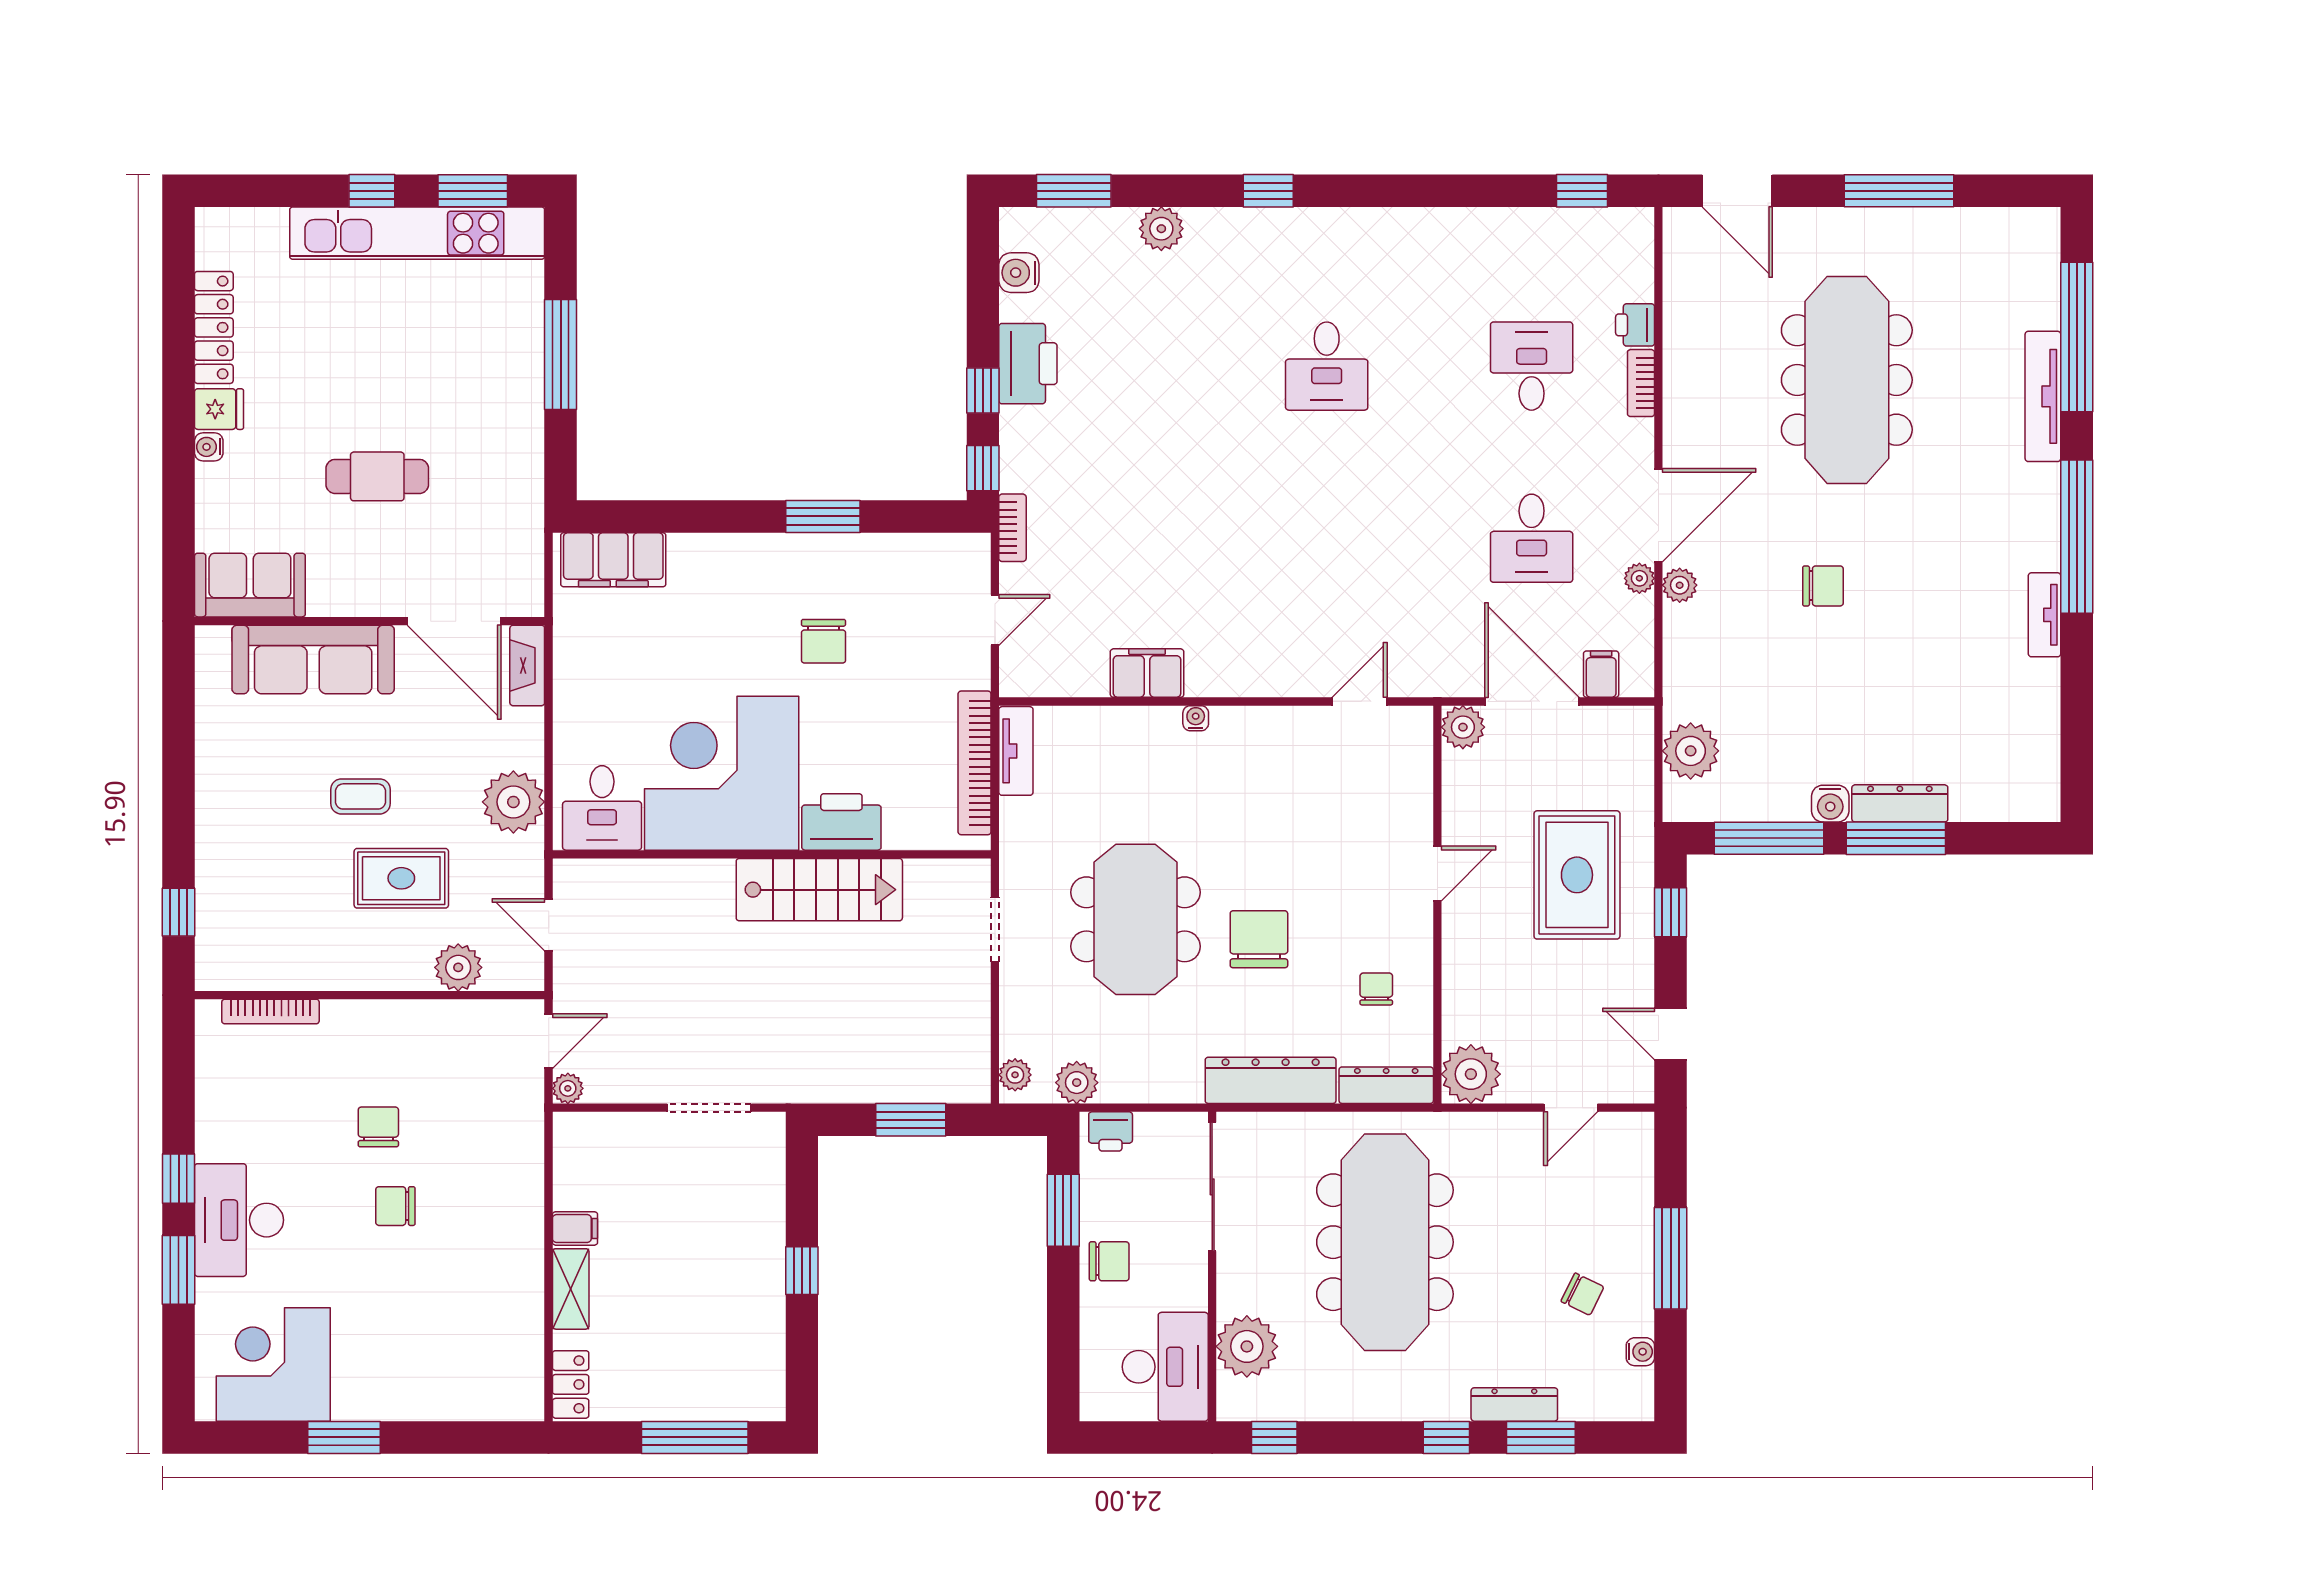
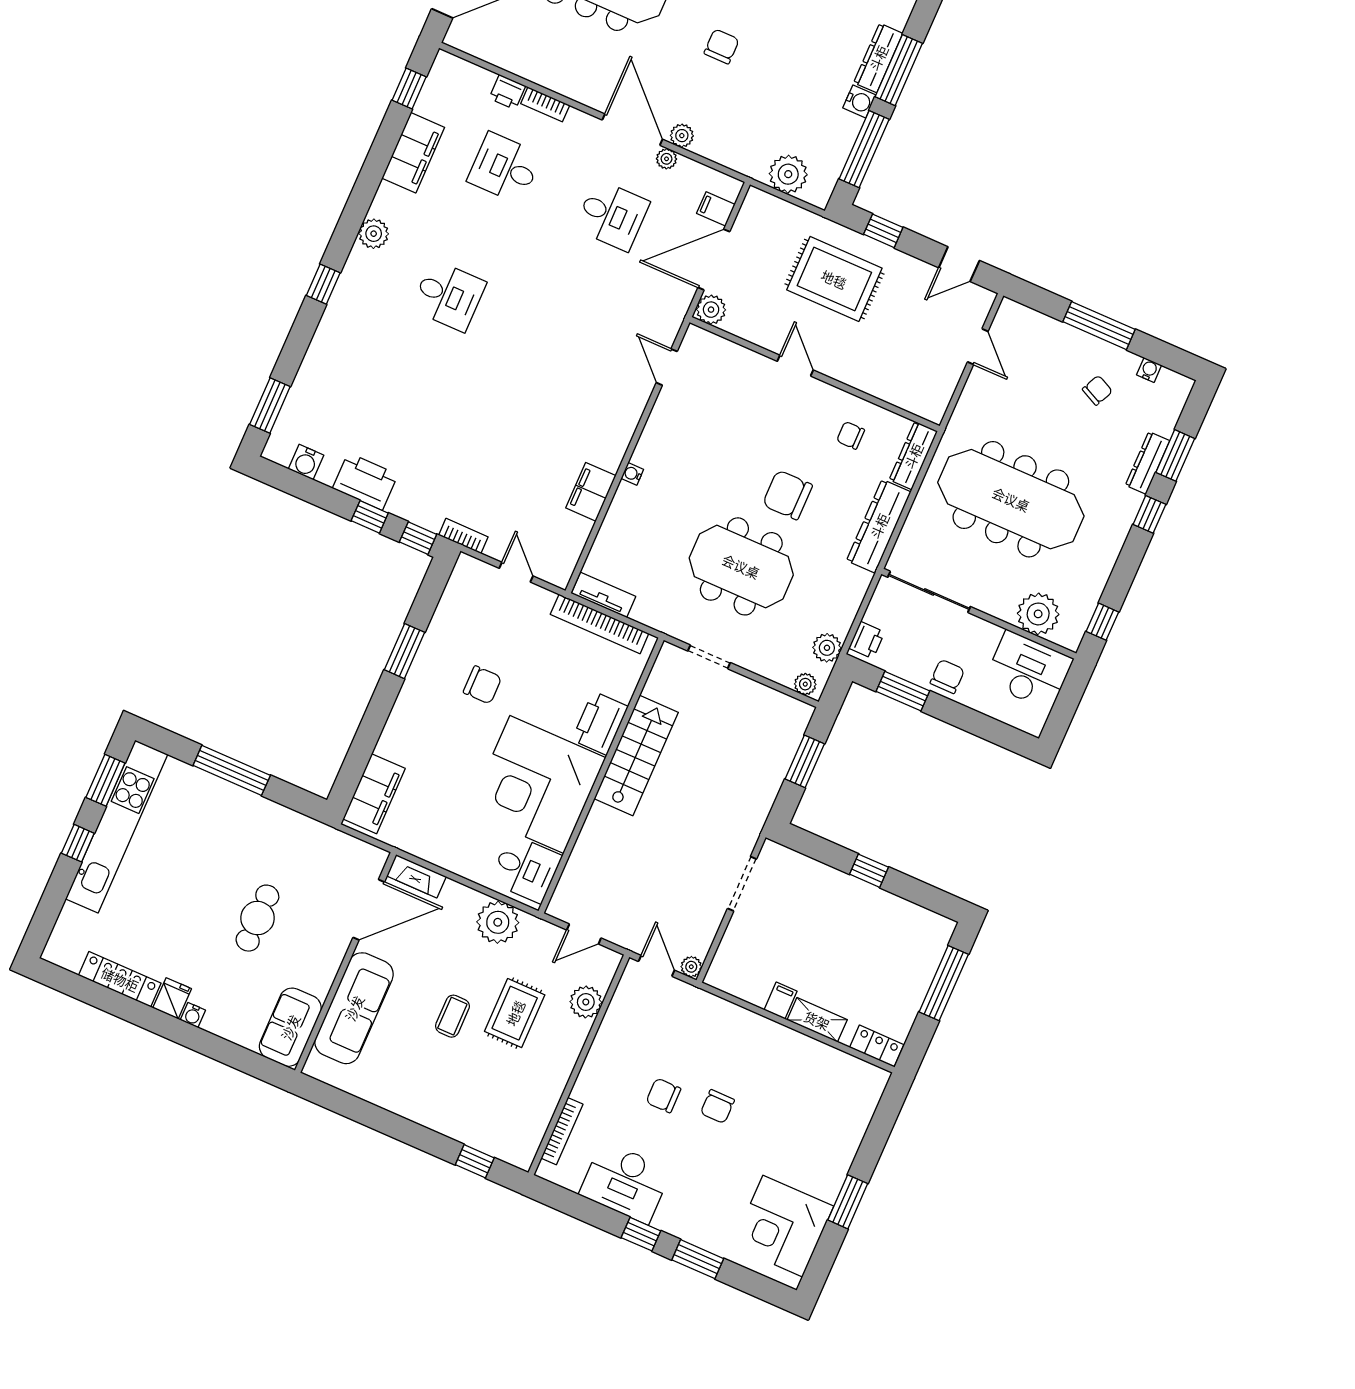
plant: (1161, 229) -> (374, 234), moved
filing cabinet: (1498, 234) -> (413, 153), added
plant: (1471, 1074) -> (930, 400), removed
desk: (239, 1220) -> (625, 1182), moved

